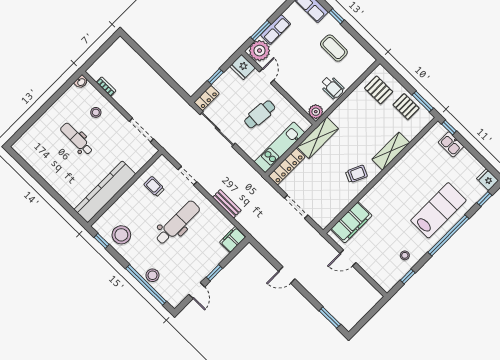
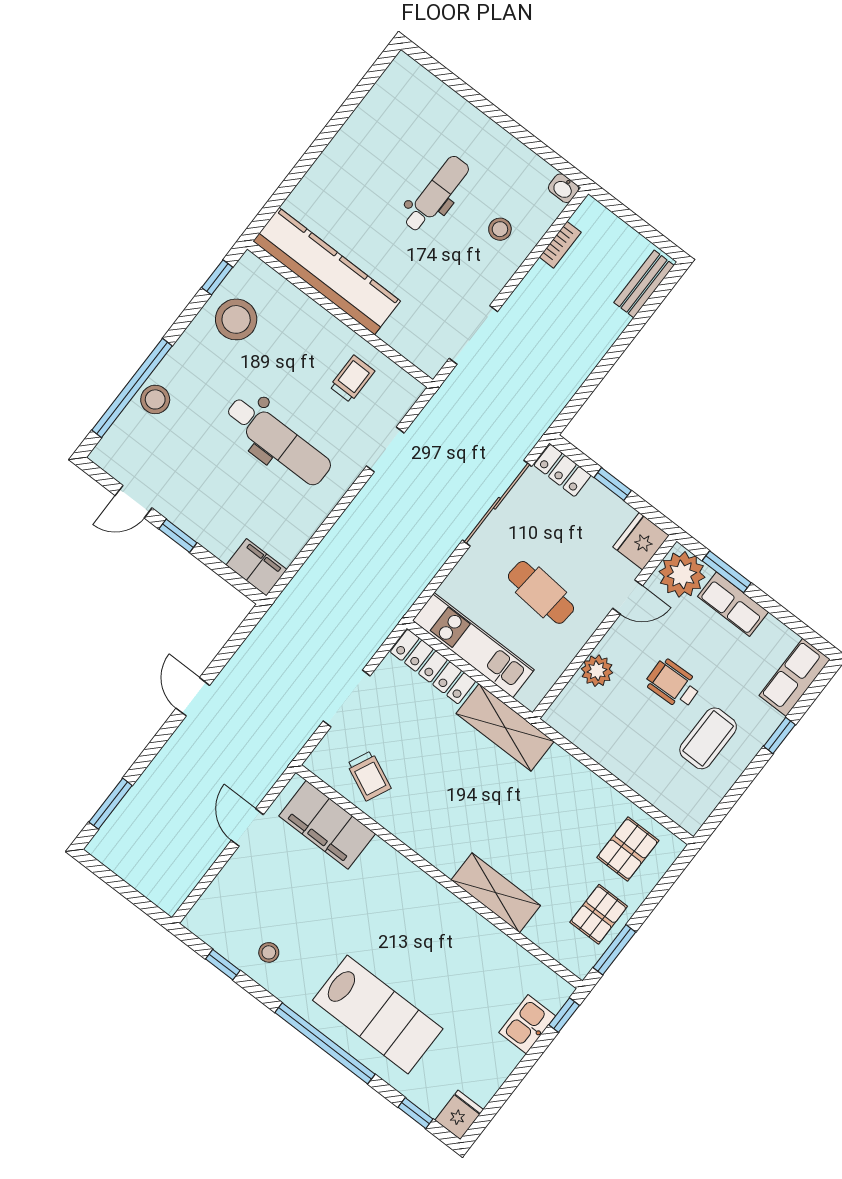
wheelchair: (332, 87) -> (673, 684), moved, turned 88
plant: (316, 112) -> (597, 671), moved
trolley: (356, 174) -> (369, 776), moved
bench: (227, 204) -> (644, 284), moved

